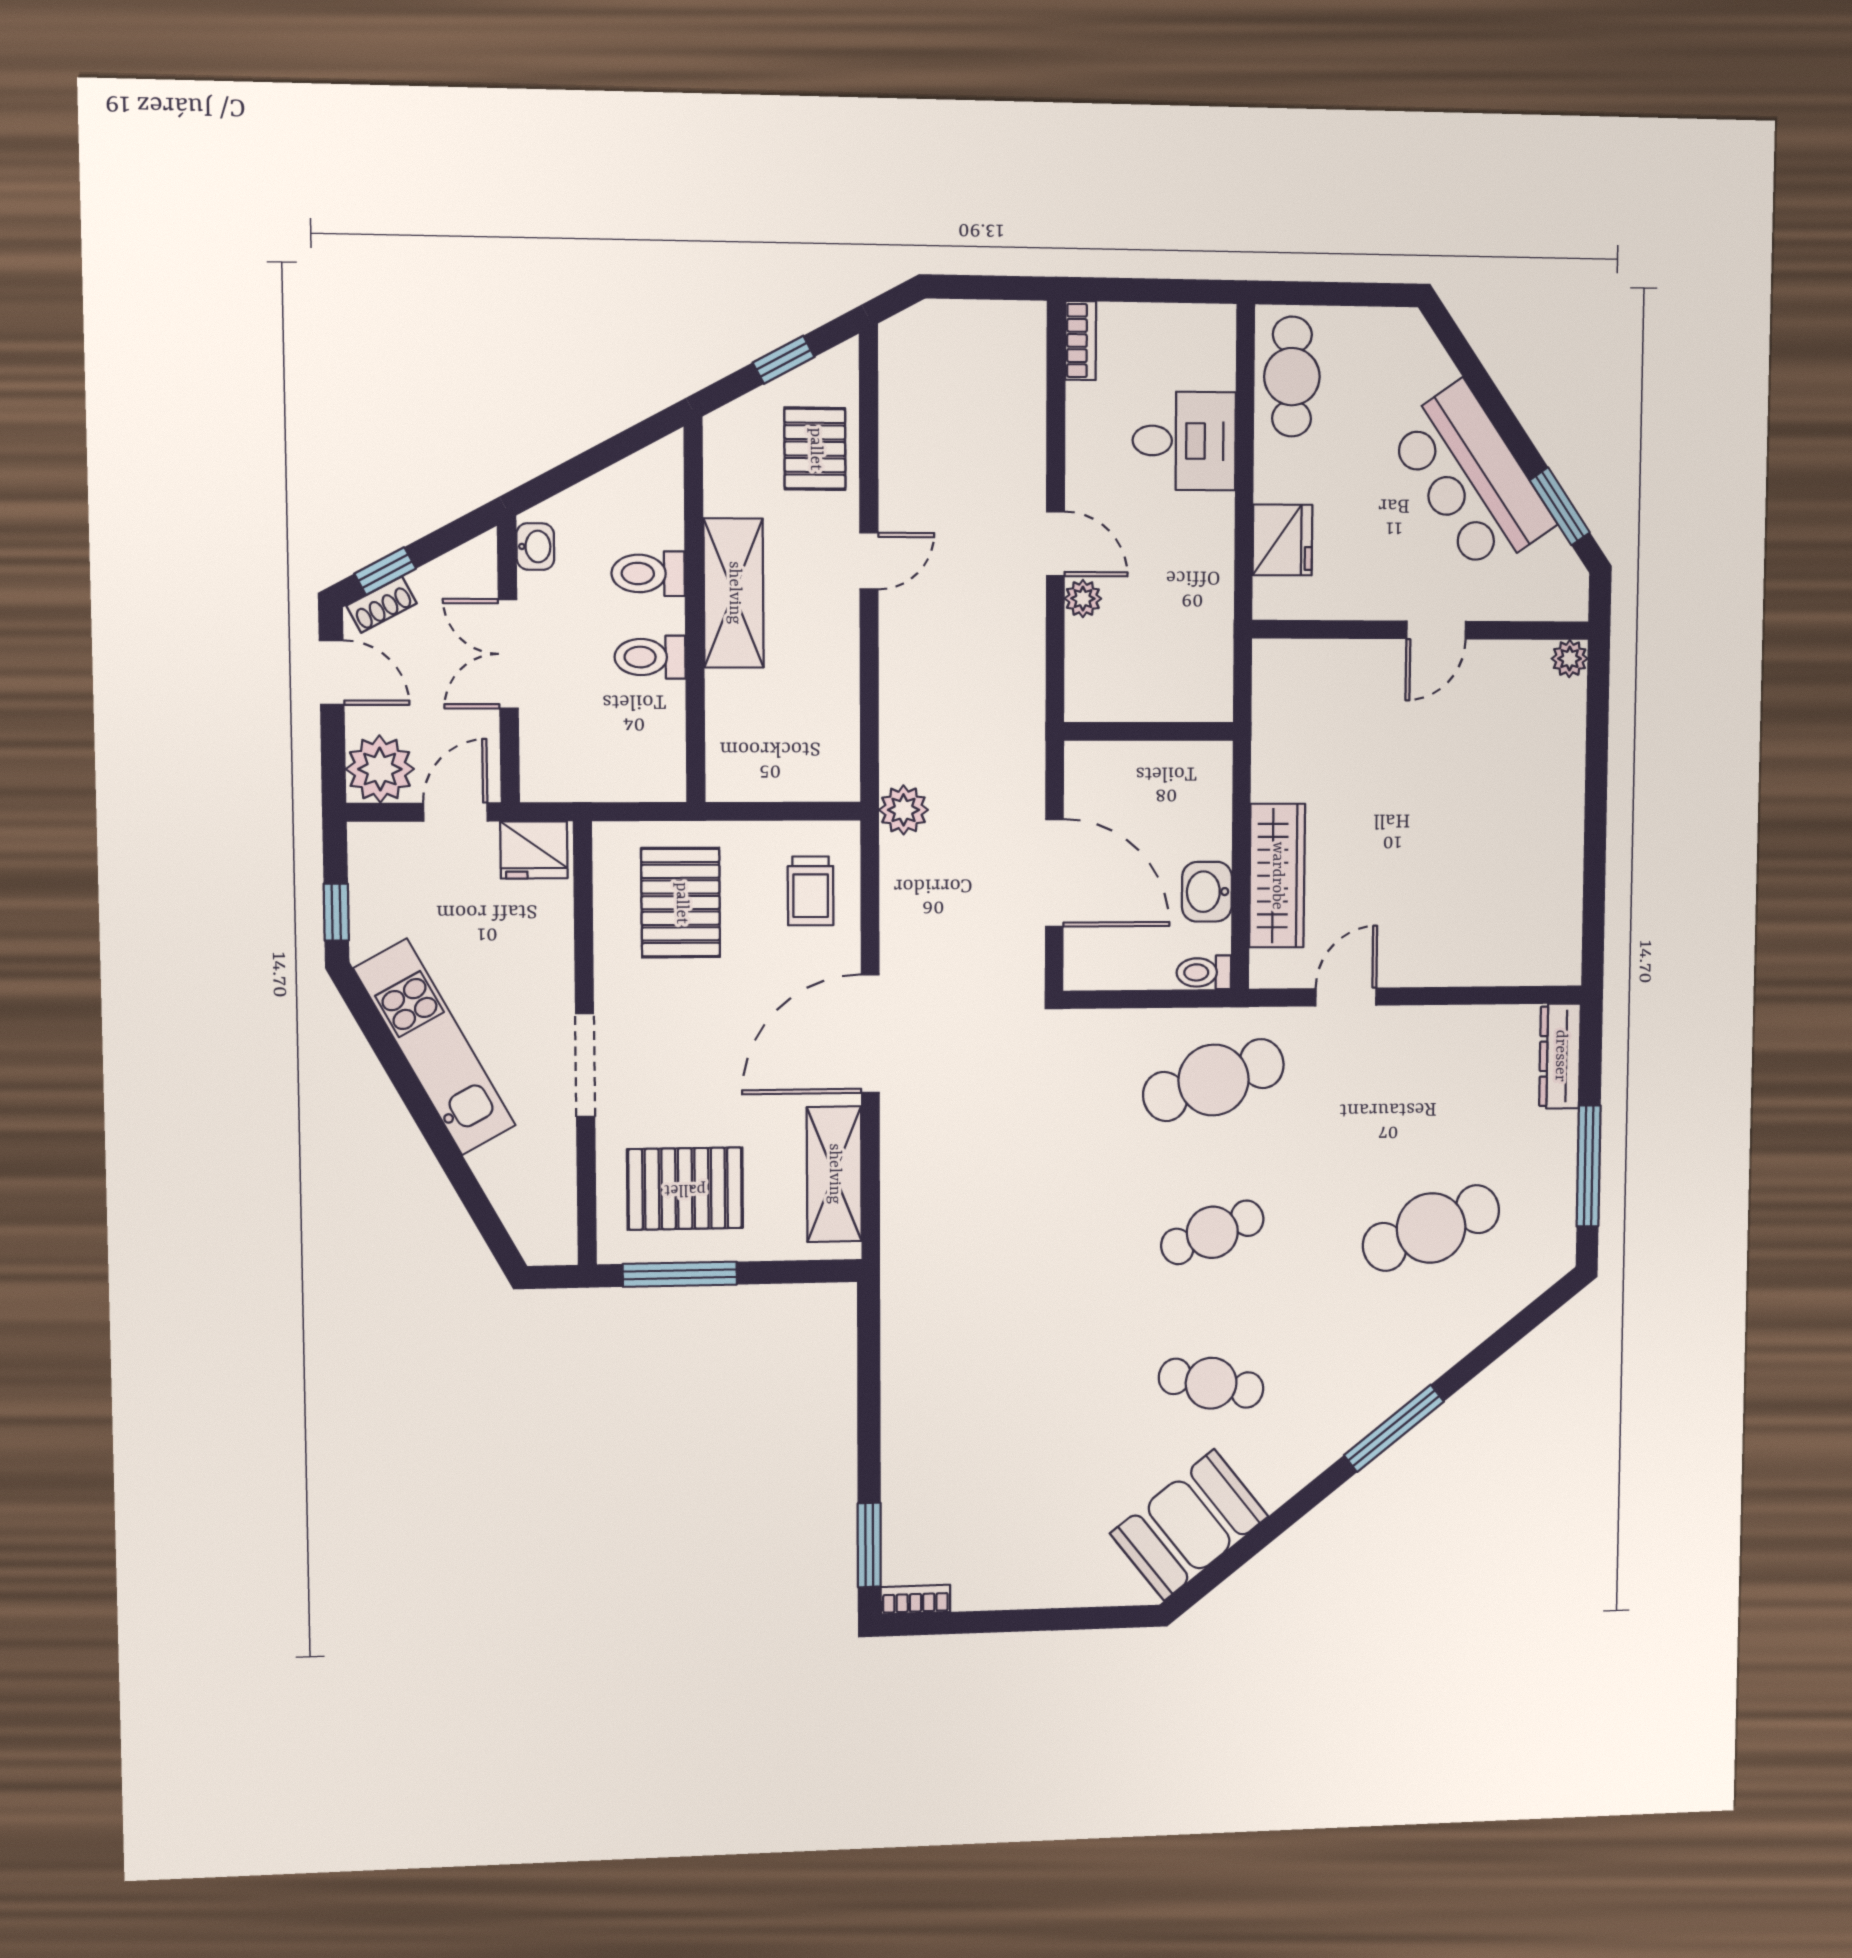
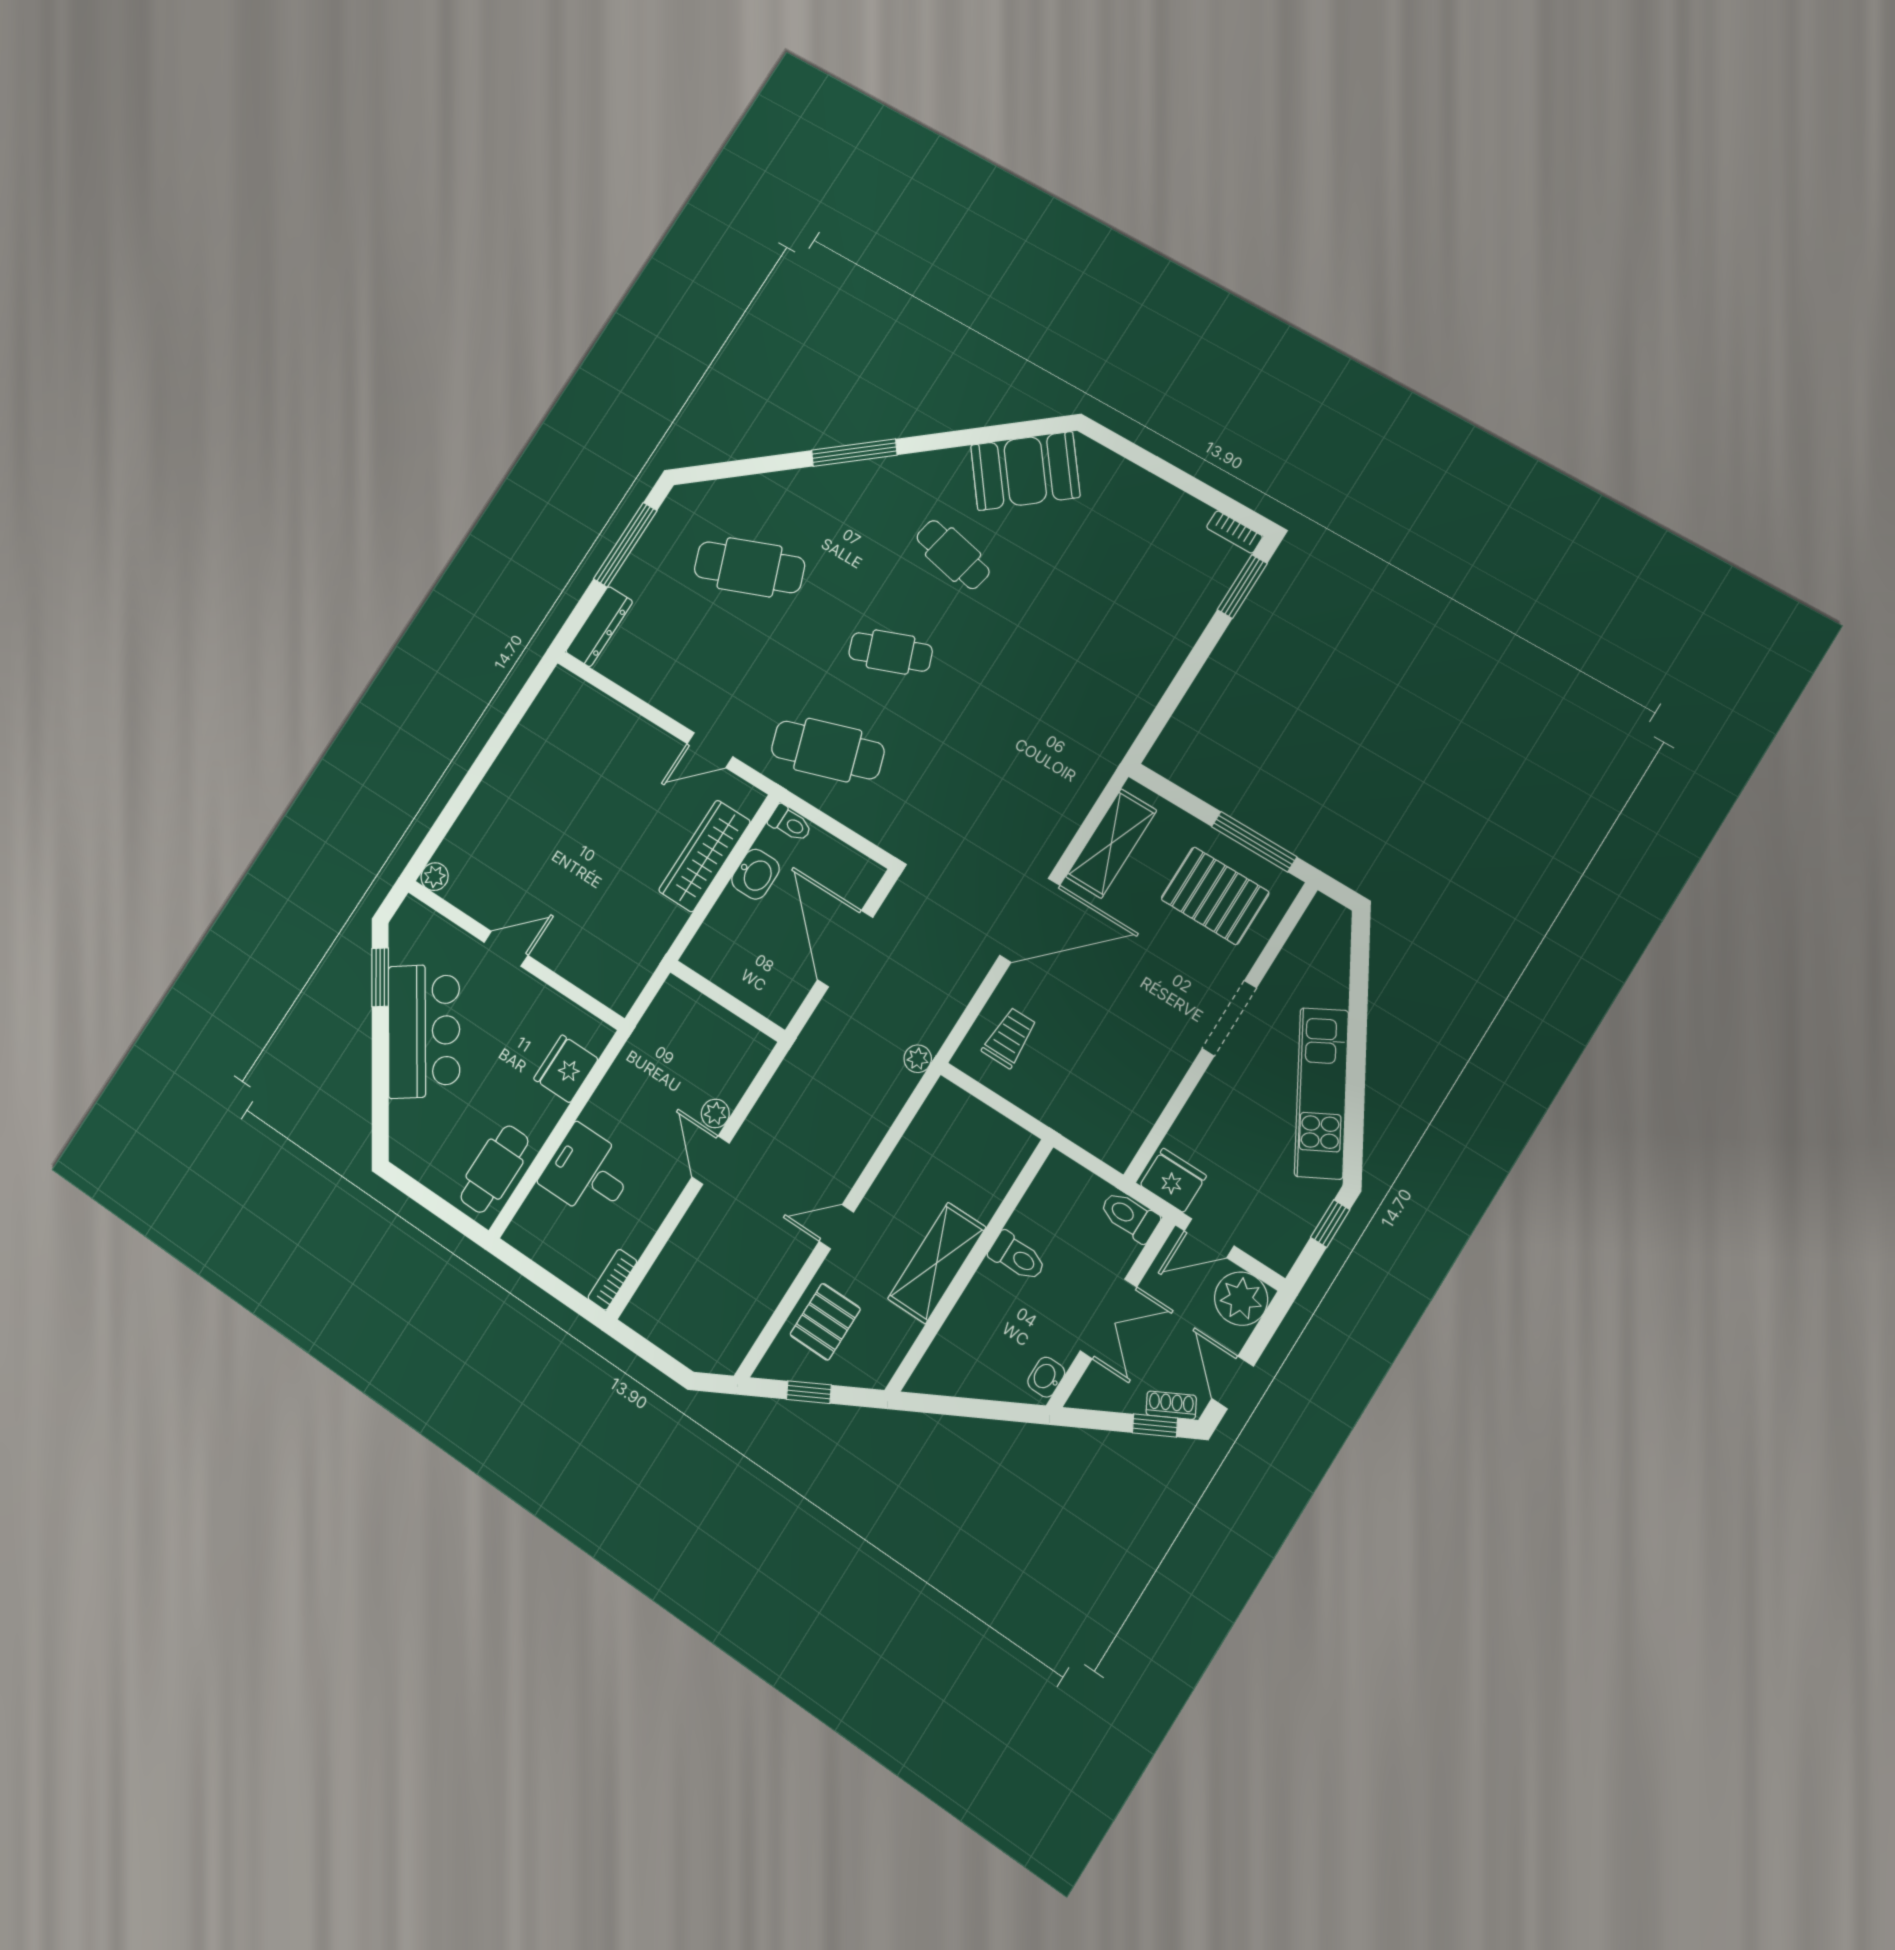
toilet: (648, 574) -> (1130, 1216), moved, turned 180
plant: (904, 810) -> (918, 1059), width x0.73, depth x0.73
pallet: (681, 903) -> (1099, 1084), removed

